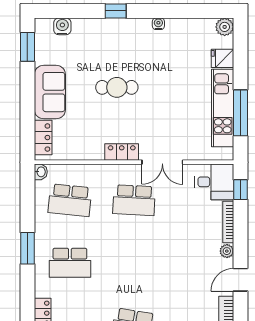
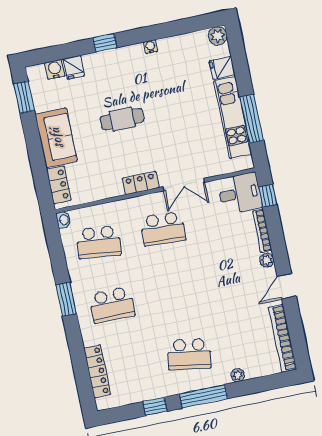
fridge: (81, 28) -> (74, 67), added

